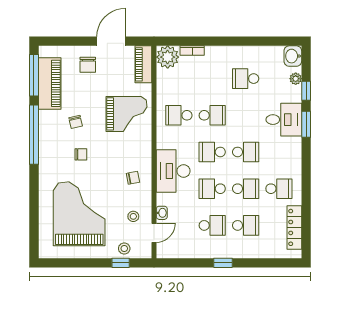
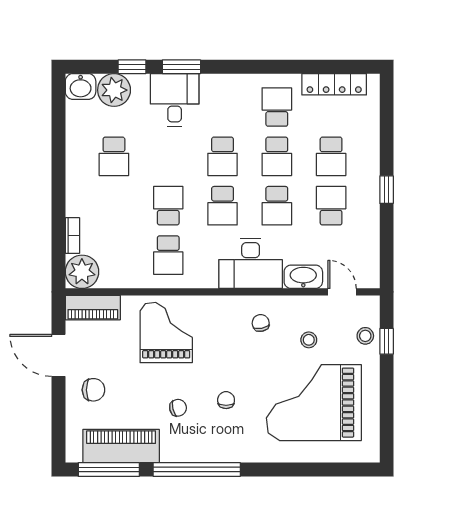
plant: (296, 79) -> (114, 90), width x1.87, depth x1.87
school desk: (246, 152) -> (223, 156), turned 180
school desk: (246, 189) -> (277, 156), turned 180
washbasin: (162, 213) -> (303, 277), width x1.91, depth x1.45
stool: (133, 216) -> (309, 340), moved
school desk: (246, 225) -> (331, 156), turned 180

